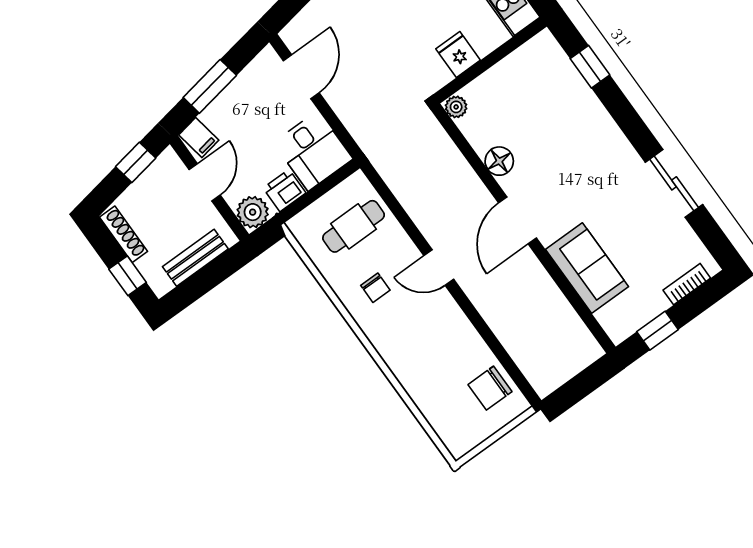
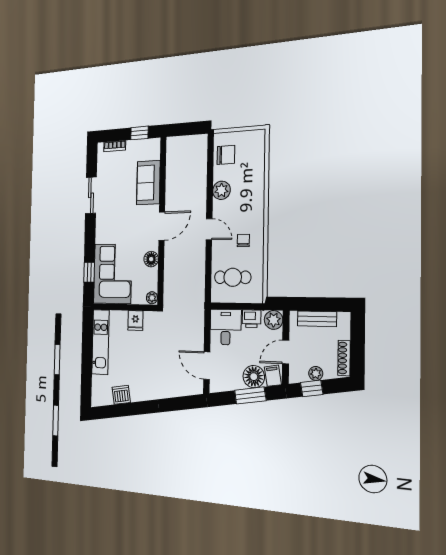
door: (301, 77) -> (207, 366), hinge flipped
corner sofa: (548, 94) -> (113, 274), added
floor lamp: (224, 115) -> (254, 377), added
plant: (145, 186) -> (316, 373), added
window: (128, 276) -> (358, 336), removed
plant: (460, 334) -> (221, 190), added

